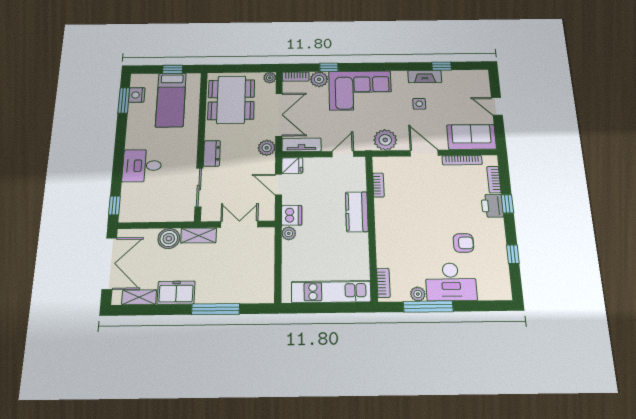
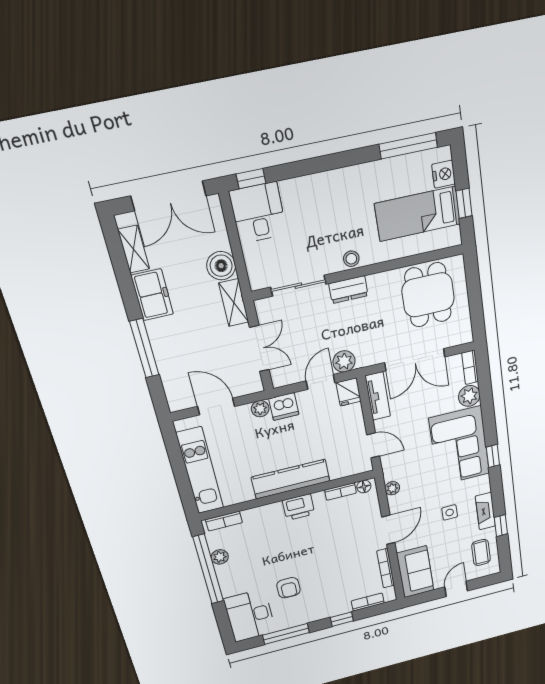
window: (329, 67) -> (493, 456), moved
plant: (270, 78) -> (465, 336), removed
coffee table: (464, 83) -> (481, 552), added
nightstand: (137, 95) -> (444, 174), moved, turned 90
window: (124, 100) -> (408, 146), width x1.44
dining table: (231, 100) -> (428, 295), width x0.73
plant: (385, 140) -> (392, 488), width x0.53, depth x0.53
stool: (190, 148) -> (351, 259), added
plant: (267, 148) -> (344, 361), moved
desk: (142, 166) -> (258, 213), moved
floor lamp: (378, 166) -> (364, 487), added
printer: (492, 206) -> (299, 507), moved, turned 180
kitchen counter: (357, 212) -> (291, 479), width x1.50
window: (513, 254) -> (286, 634), width x2.17
door: (278, 266) -> (216, 406), added
desk: (451, 282) -> (250, 616), moved
window: (428, 307) -> (208, 569), width x1.46

